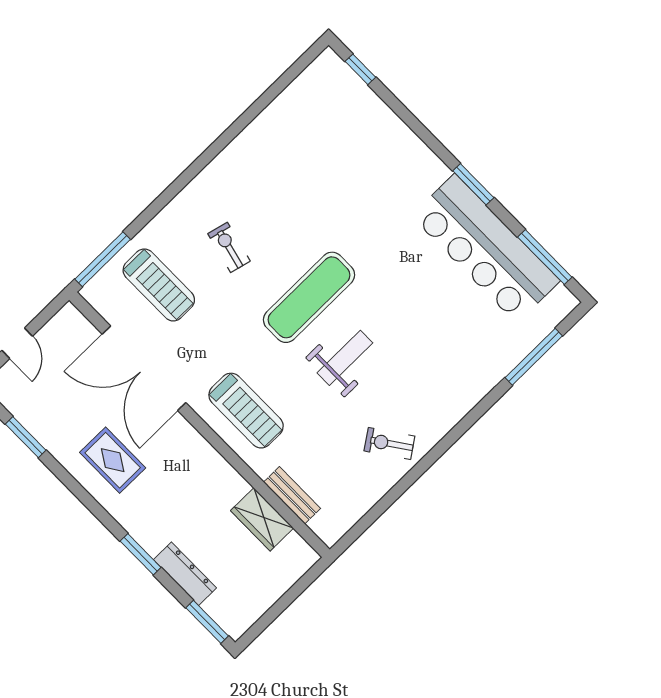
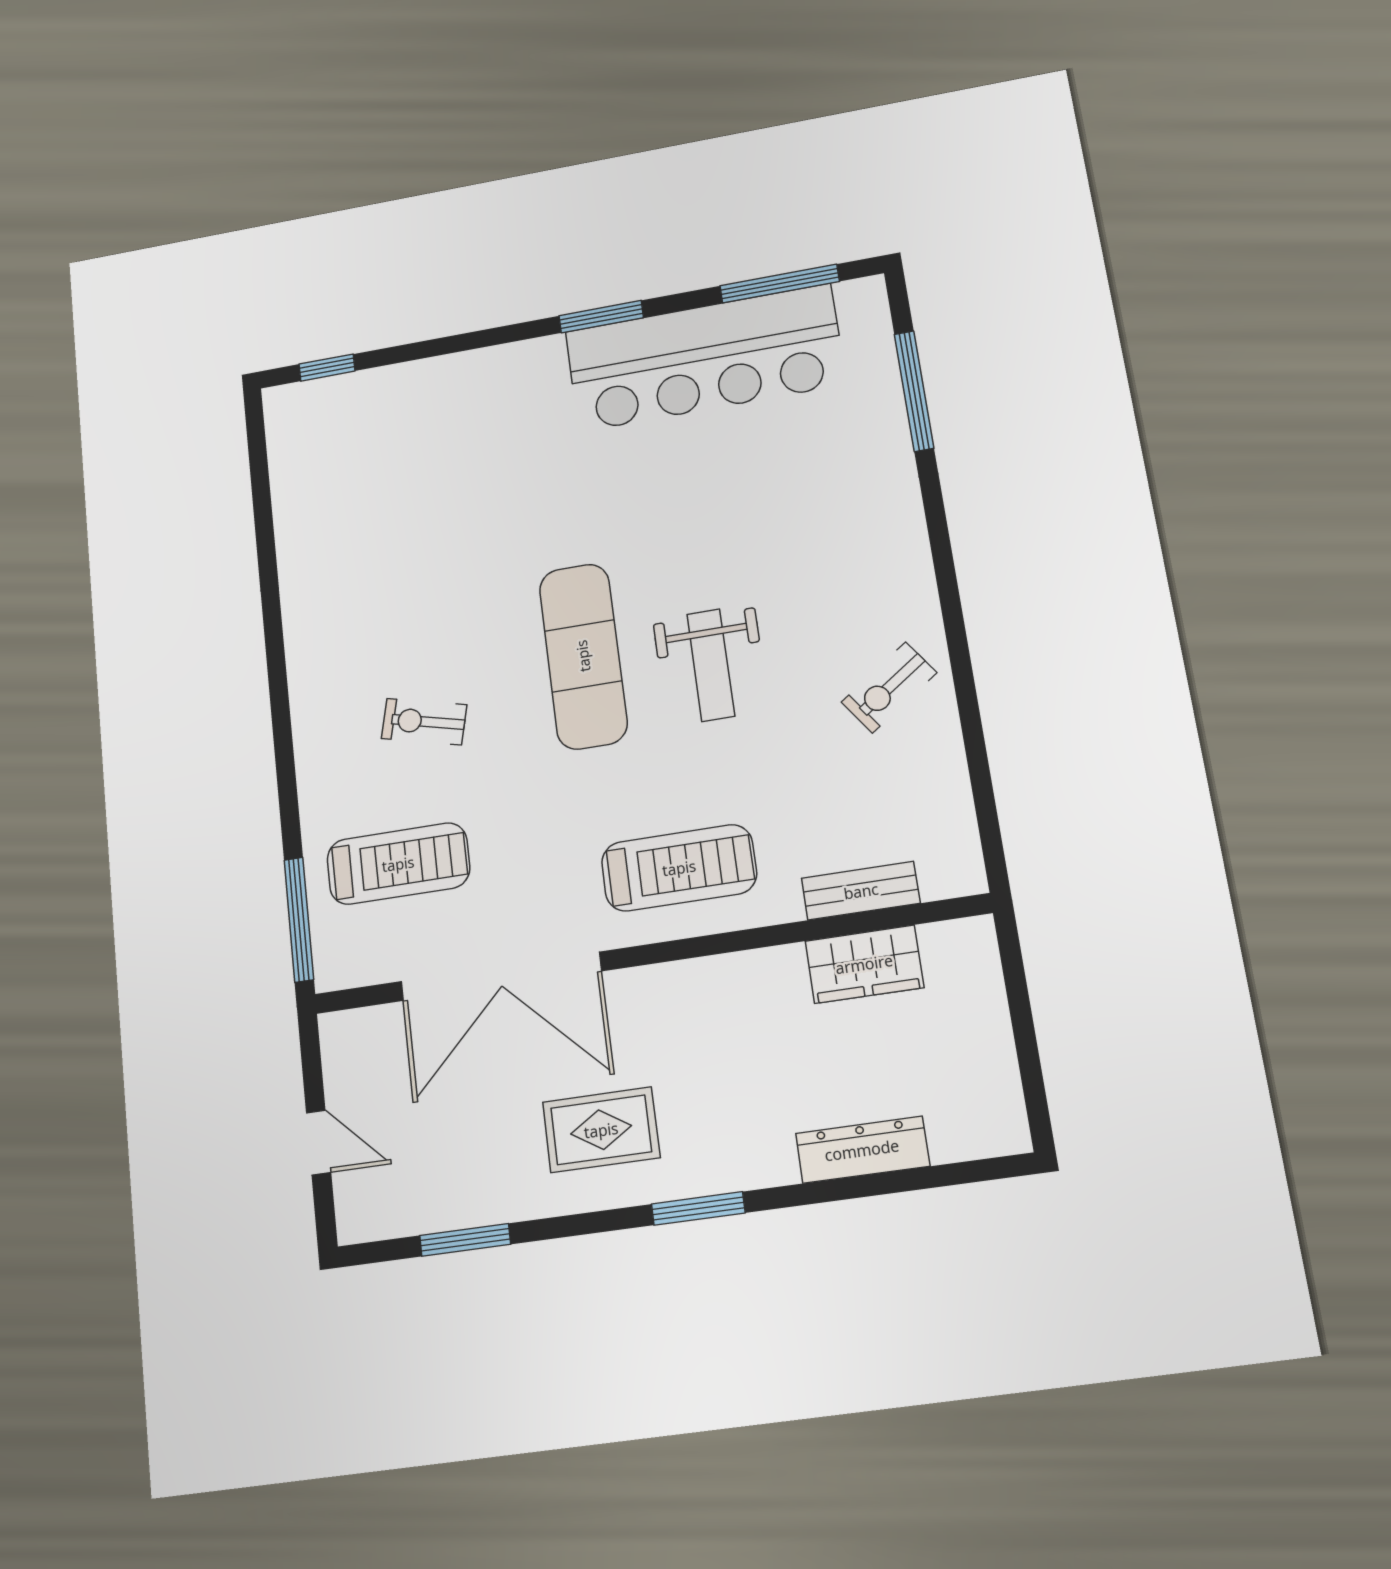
weight bench: (345, 358) -> (711, 665), turned 180
window: (141, 554) -> (698, 1208), moved
window: (207, 622) -> (967, 1172), removed

